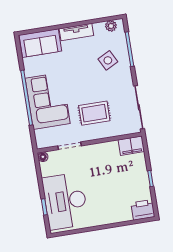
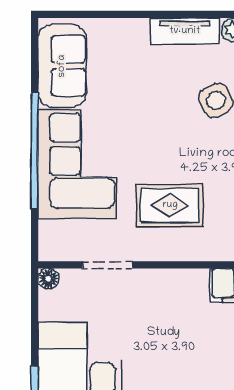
tv unit: (76, 32) -> (185, 31), moved
sofa: (40, 43) -> (62, 66), moved, turned -90

